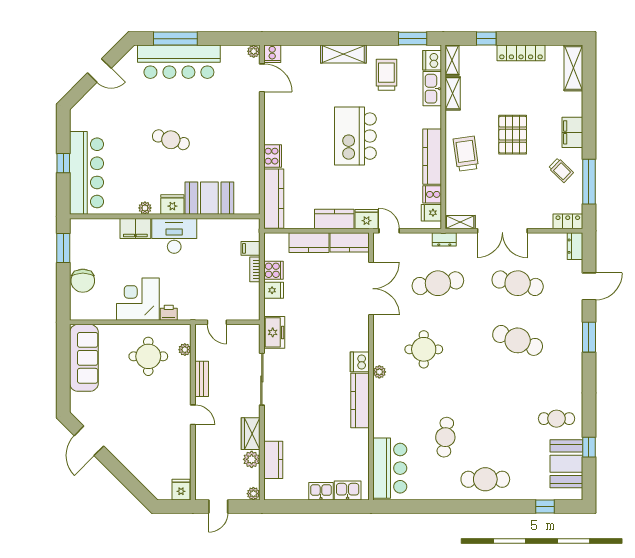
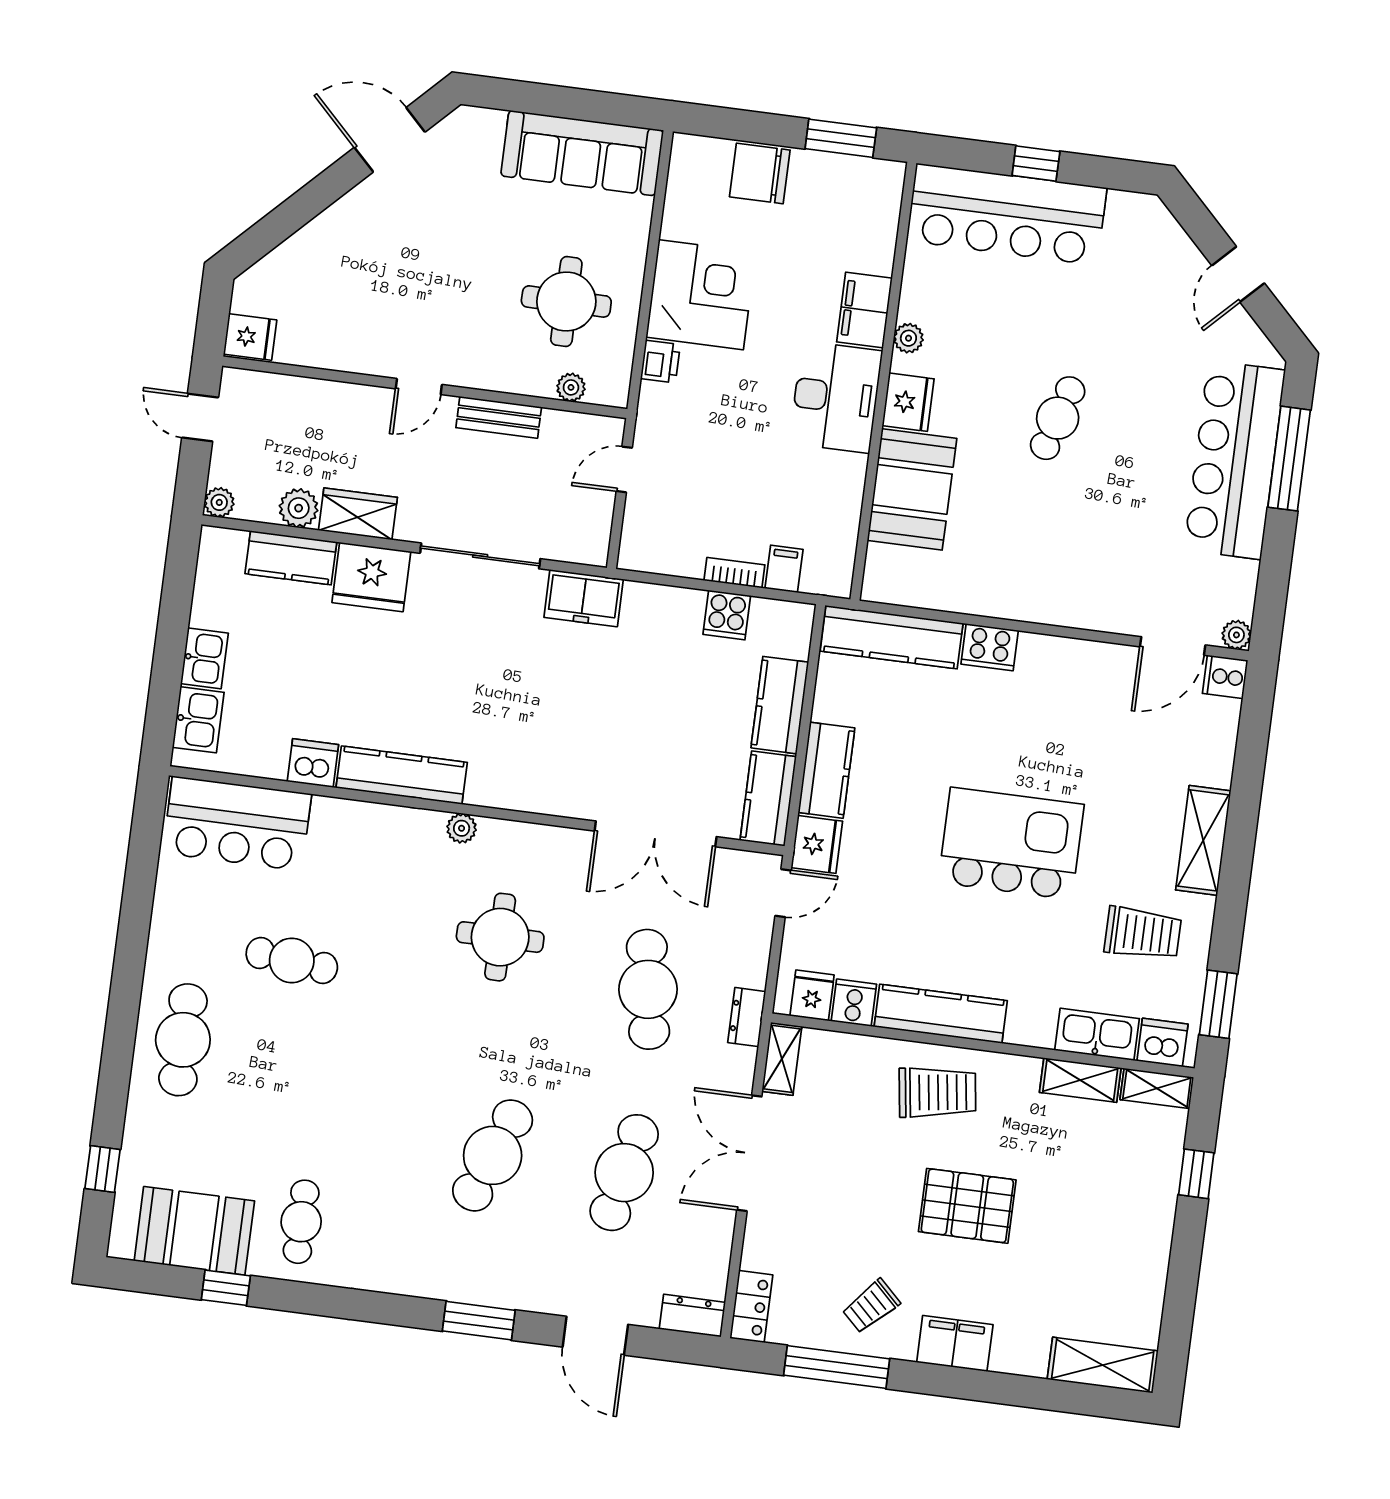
locker: (521, 53) -> (1153, 1249), removed
fridge: (274, 290) -> (371, 577), moved, width x1.88, depth x1.34
dishwasher: (360, 362) -> (313, 763), moved

